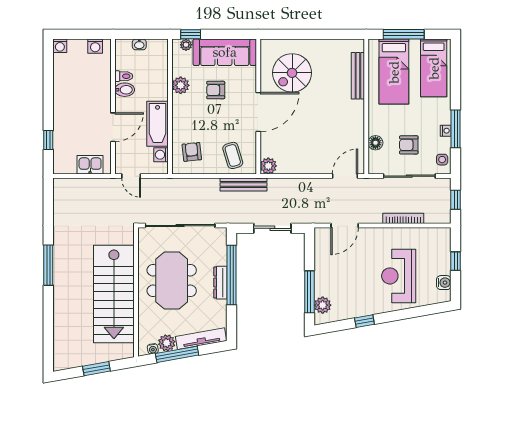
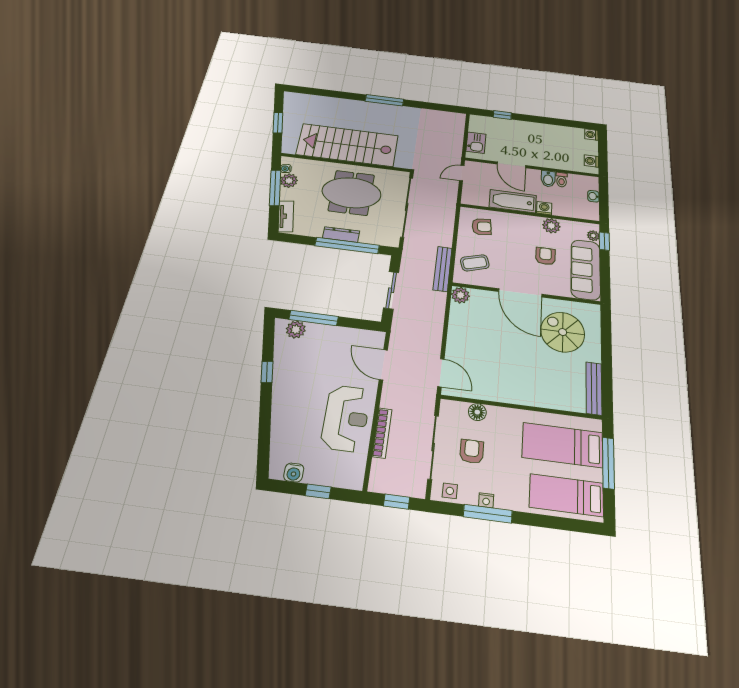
bench: (358, 76) -> (594, 388), moved, turned 90
washing machine: (161, 155) -> (544, 208), moved
reception desk: (399, 276) -> (346, 418), moved, turned 90
tv unit: (201, 339) -> (286, 216), width x0.71

